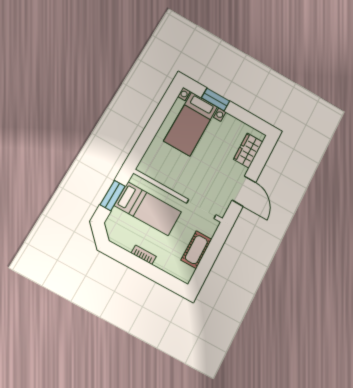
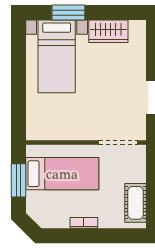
wardrobe: (248, 151) -> (108, 31), moved, turned -90
cot: (196, 250) -> (136, 203), moved

